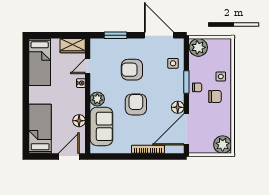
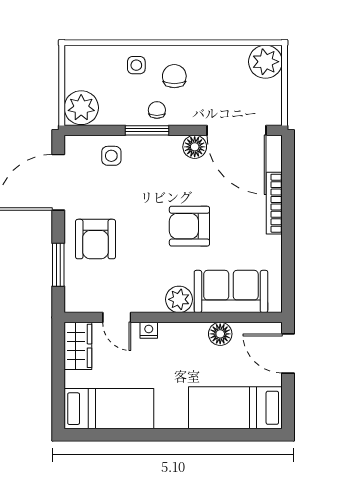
armchair: (132, 70) -> (96, 239), moved

